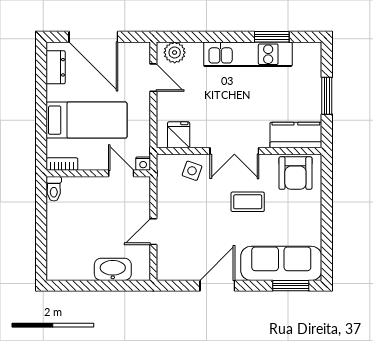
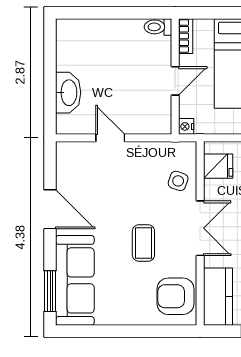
double door: (234, 151) -> (200, 228), swing flipped
door: (121, 173) -> (175, 81), moved

